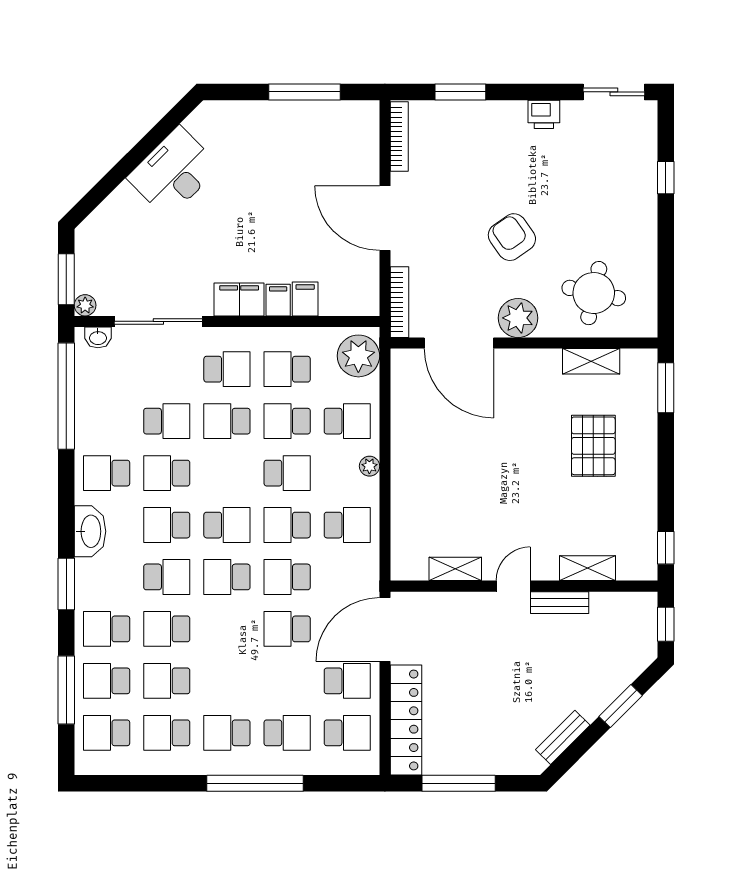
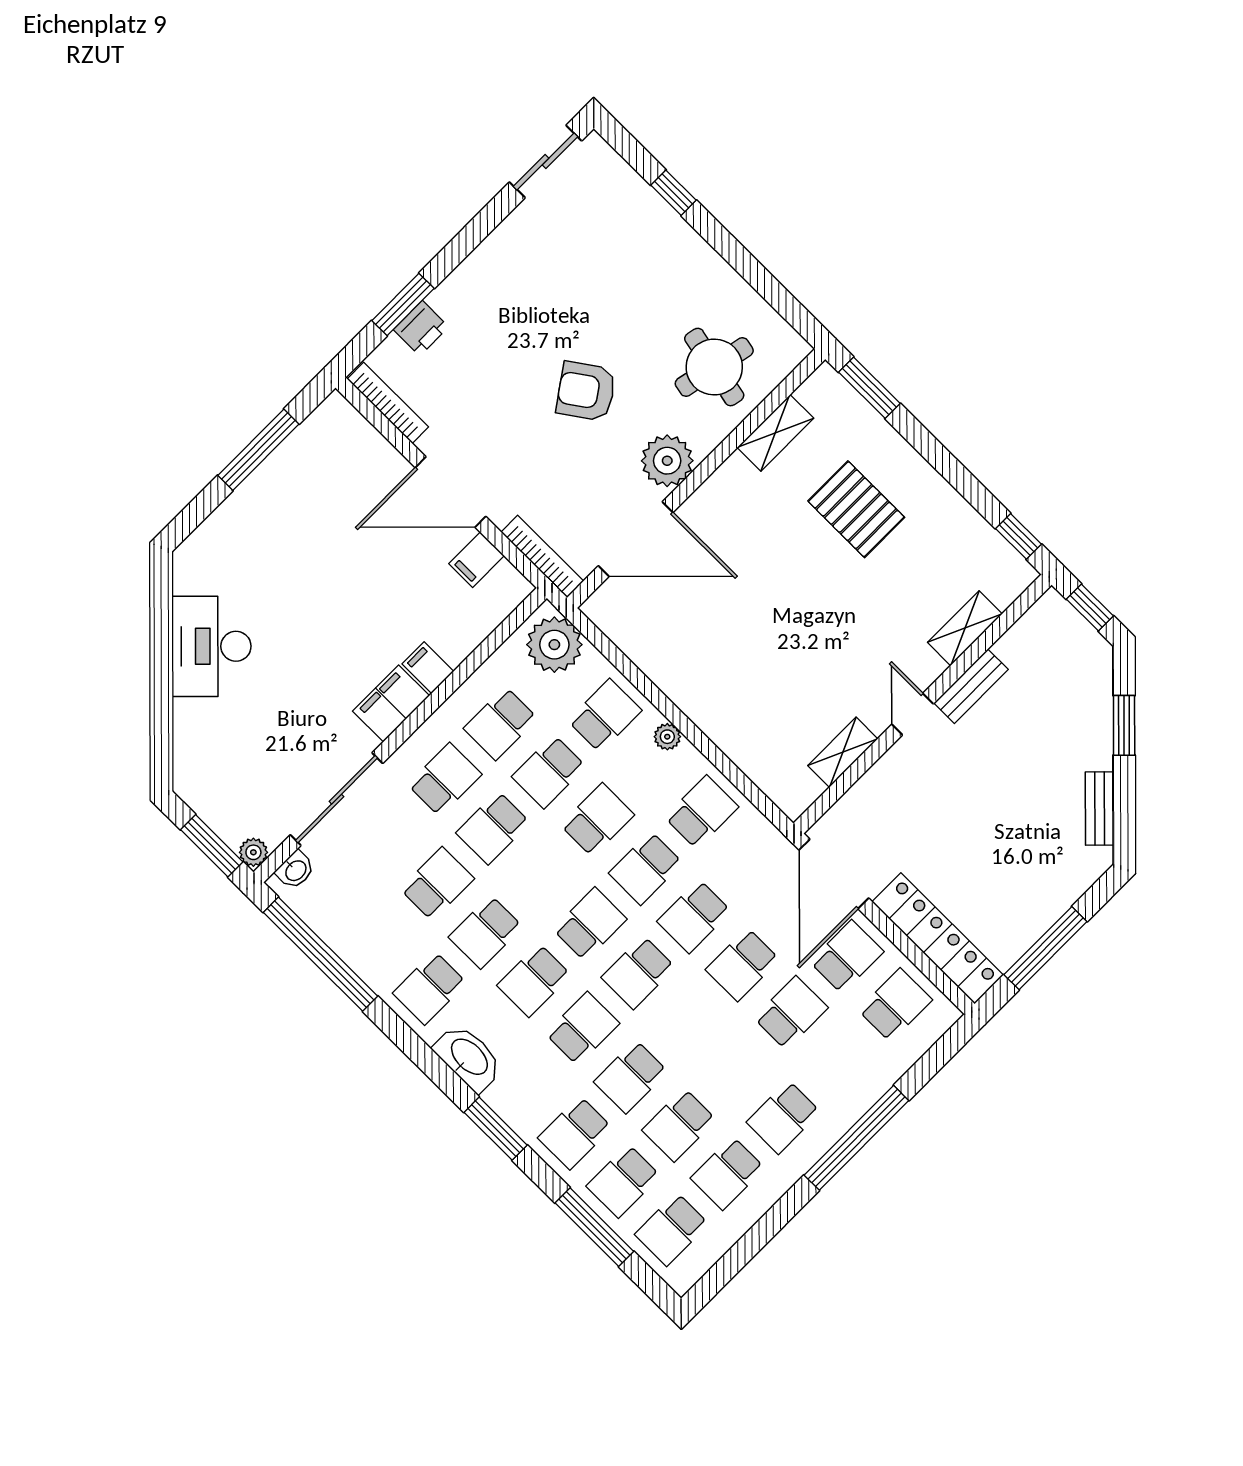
printer: (544, 114) -> (421, 328), moved
filing cabinet: (305, 299) -> (476, 560), moved, turned -90
school desk: (287, 733) -> (791, 1013), moved

